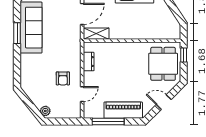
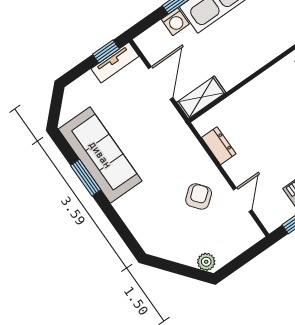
armchair: (63, 78) -> (199, 196), turned -129

